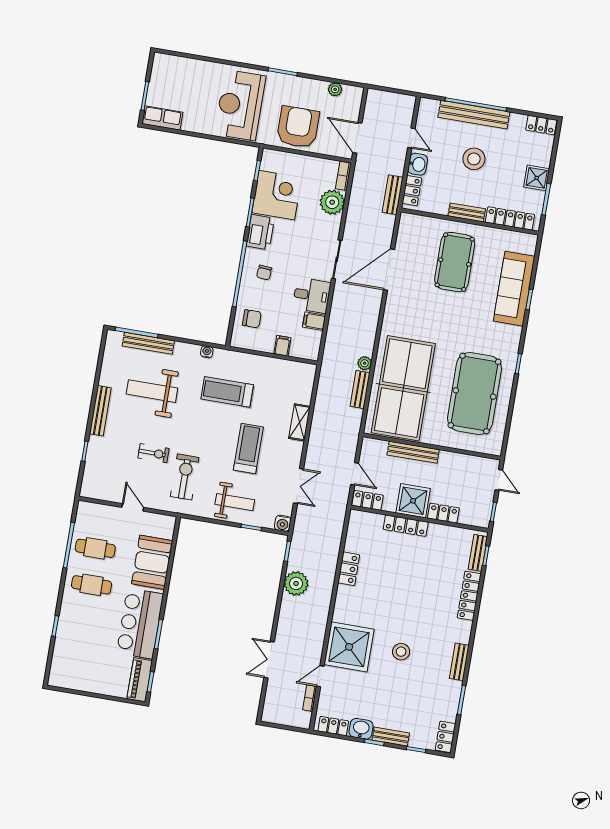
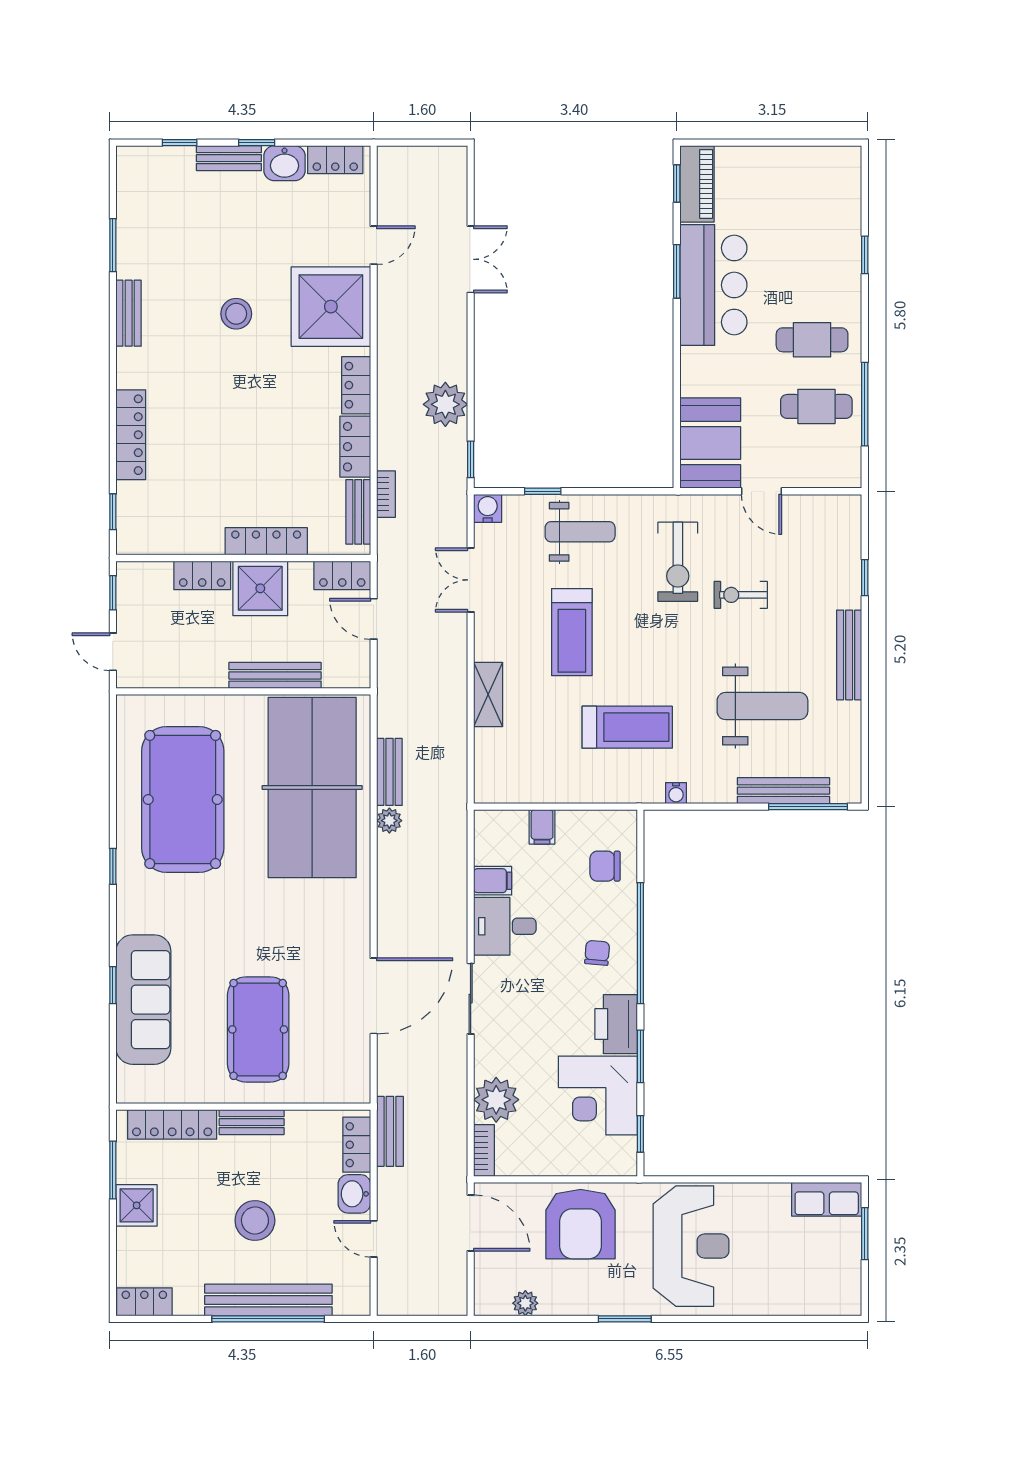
weight bench: (235, 502) -> (580, 532), turned 180
bench: (478, 553) -> (358, 512), moved
booth: (152, 562) -> (710, 443), moved
bookcase: (310, 698) -> (386, 494), moved
locker: (446, 737) -> (356, 385), moved, turned 180

